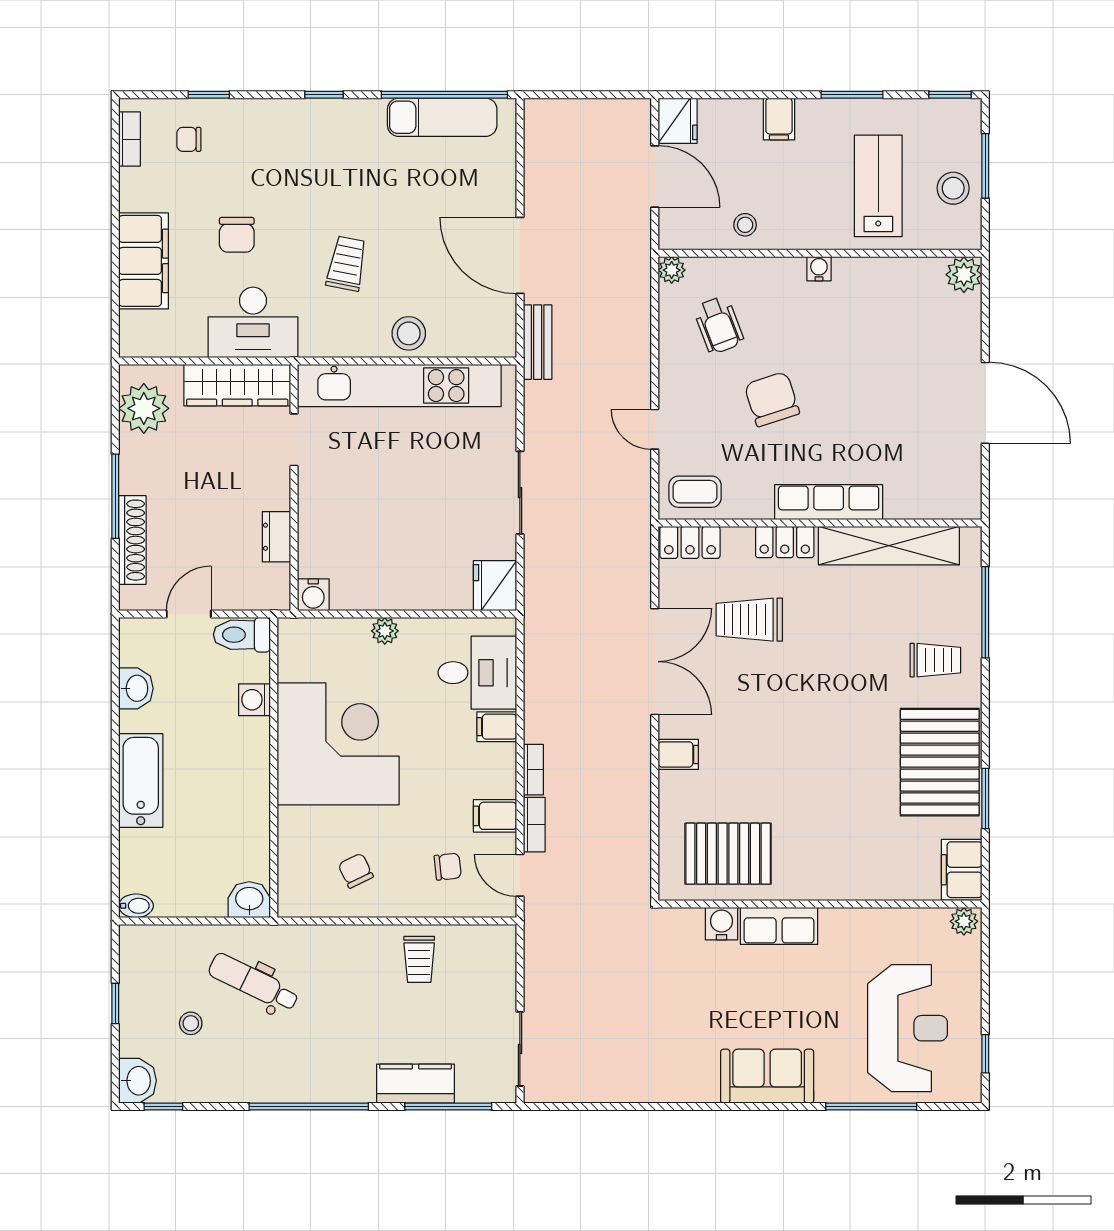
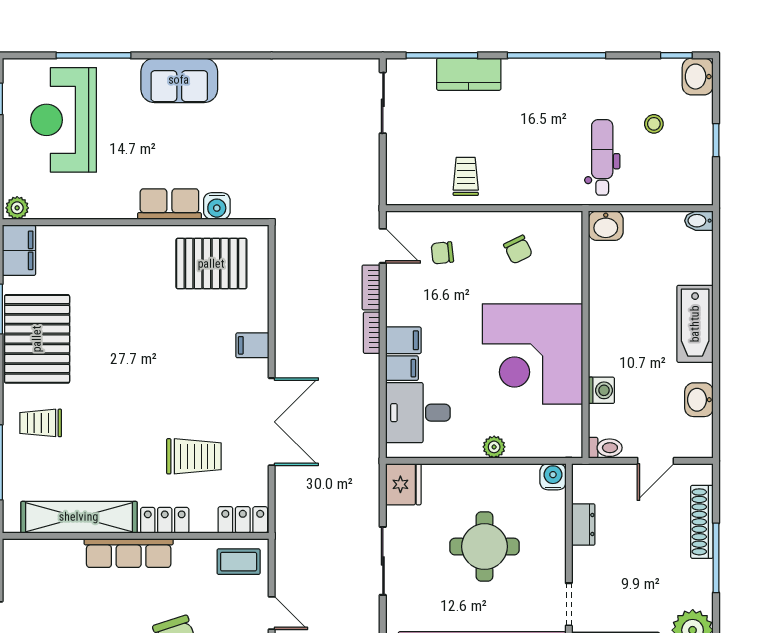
round table: (396, 510) -> (484, 547), added
toilet: (242, 635) -> (605, 448), width x0.73, depth x0.72
double door: (655, 662) -> (272, 422), swing flipped
filing cabinet: (495, 816) -> (403, 340), moved
dental chair: (253, 983) -> (602, 157), turned -116

